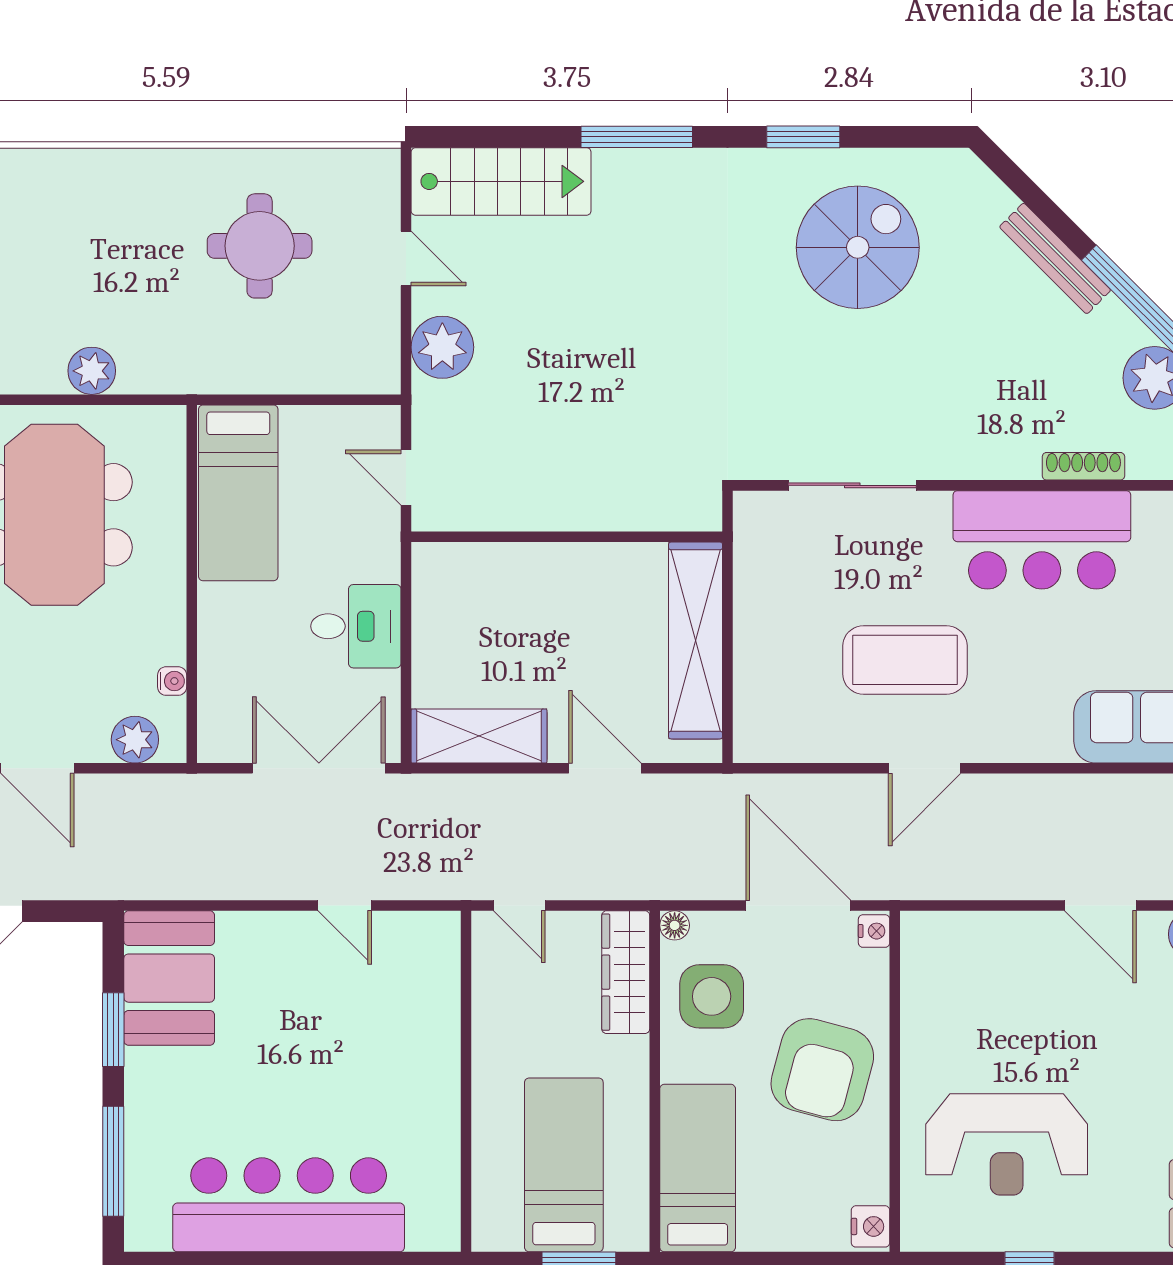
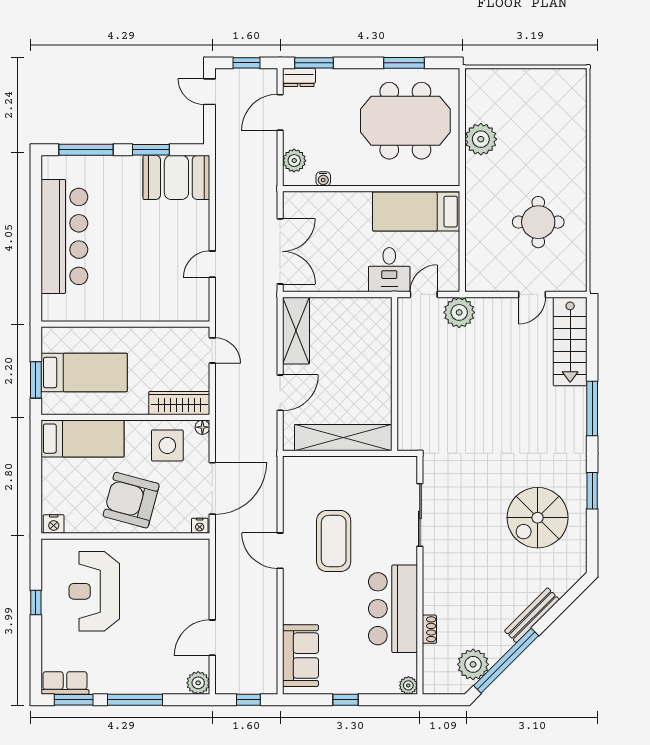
spiral stairs: (858, 247) -> (538, 518), turned 90
plant: (442, 347) -> (459, 312), moved
plant: (92, 371) -> (481, 139), width x1.36, depth x1.36
shoe rack: (1083, 466) -> (429, 629), width x0.70
desk: (356, 626) -> (389, 270), moved
door: (519, 906) -> (212, 350), swing flipped

